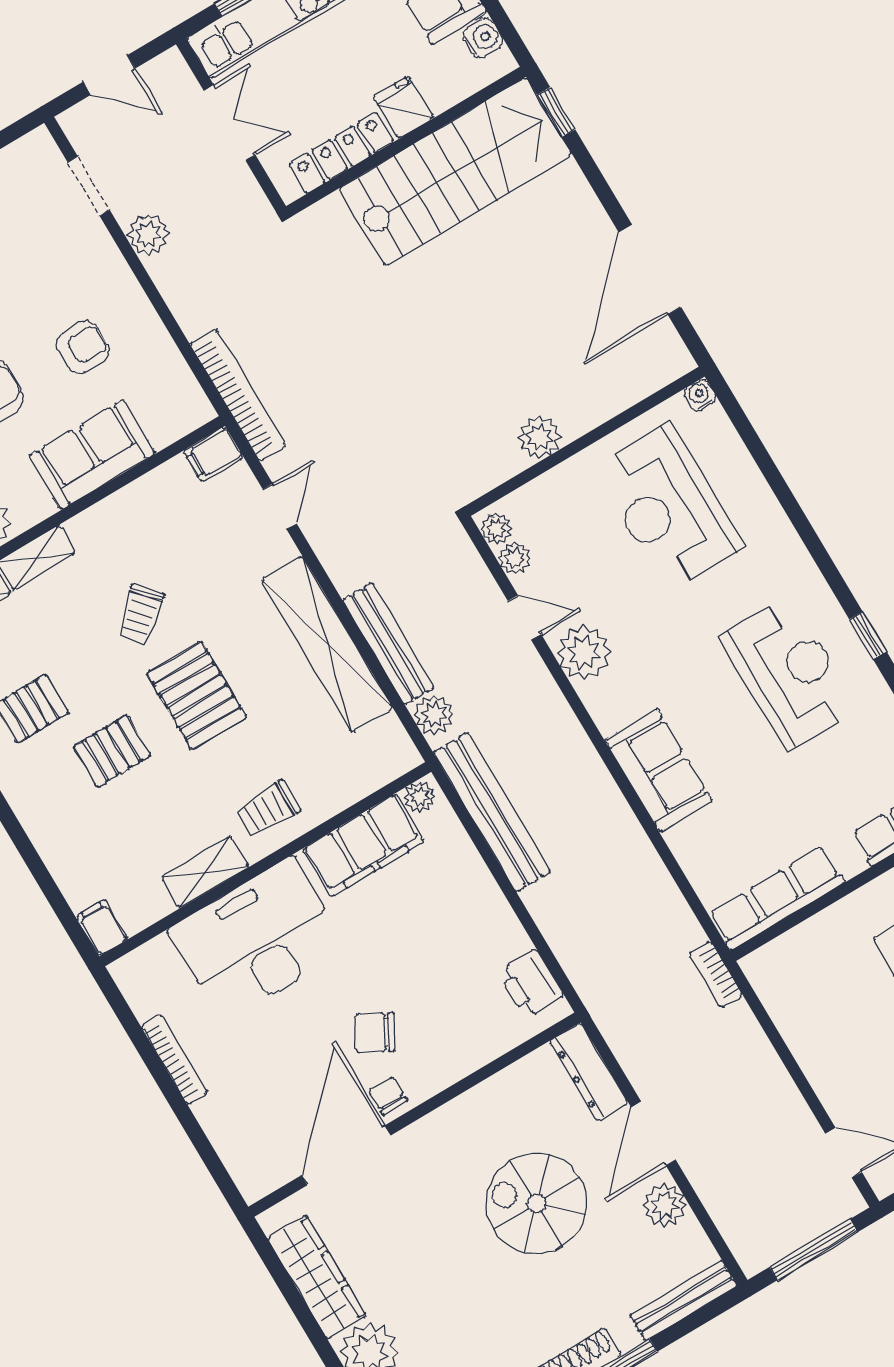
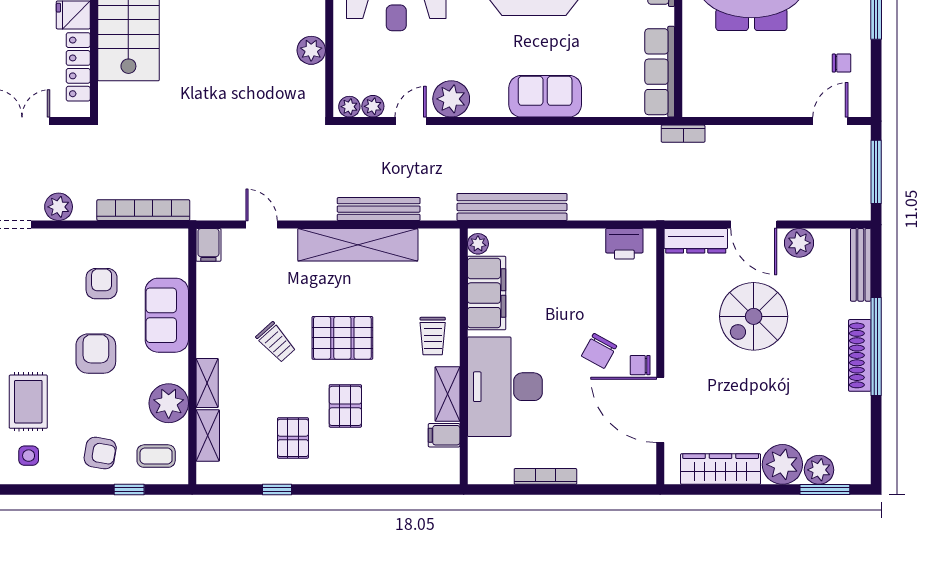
bookcase: (238, 395) -> (143, 210), moved
plant: (434, 715) -> (436, 207), removed
filing cabinet: (102, 928) -> (444, 435), moved

